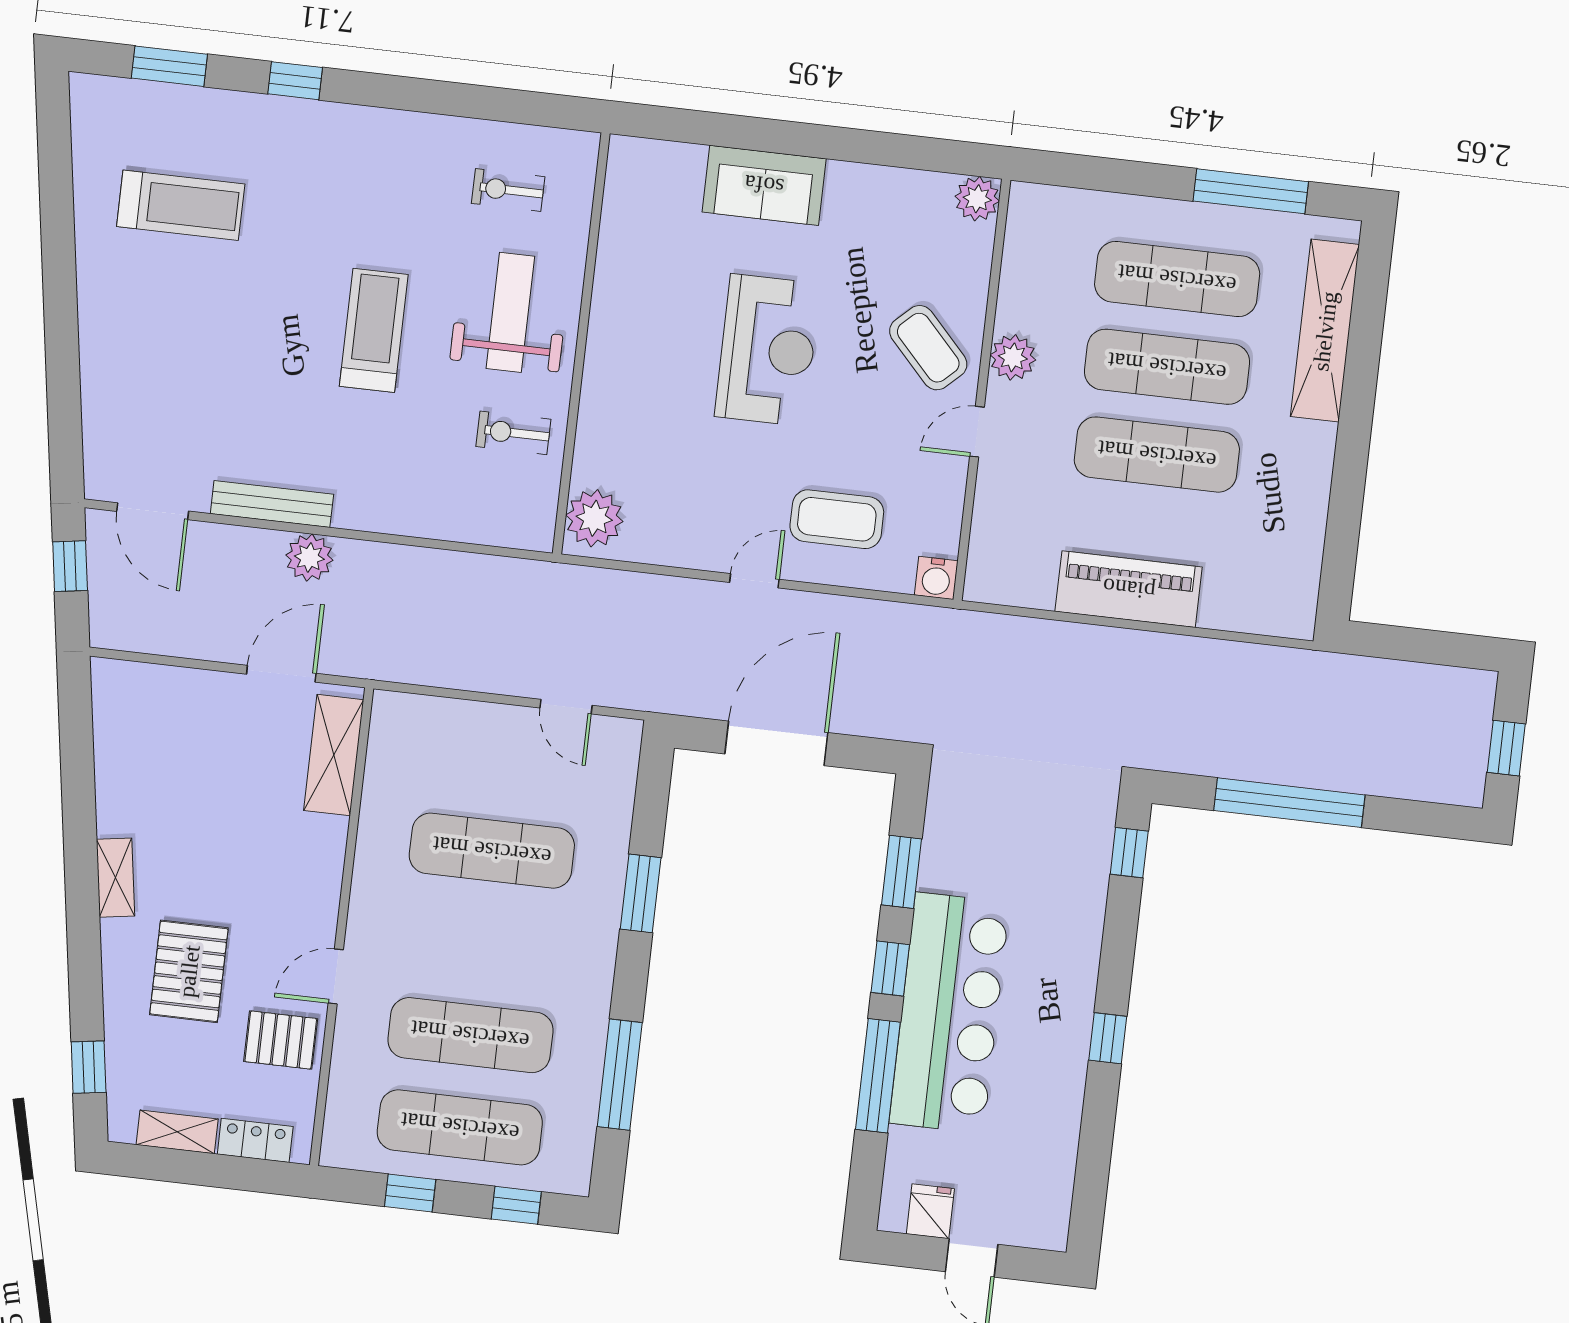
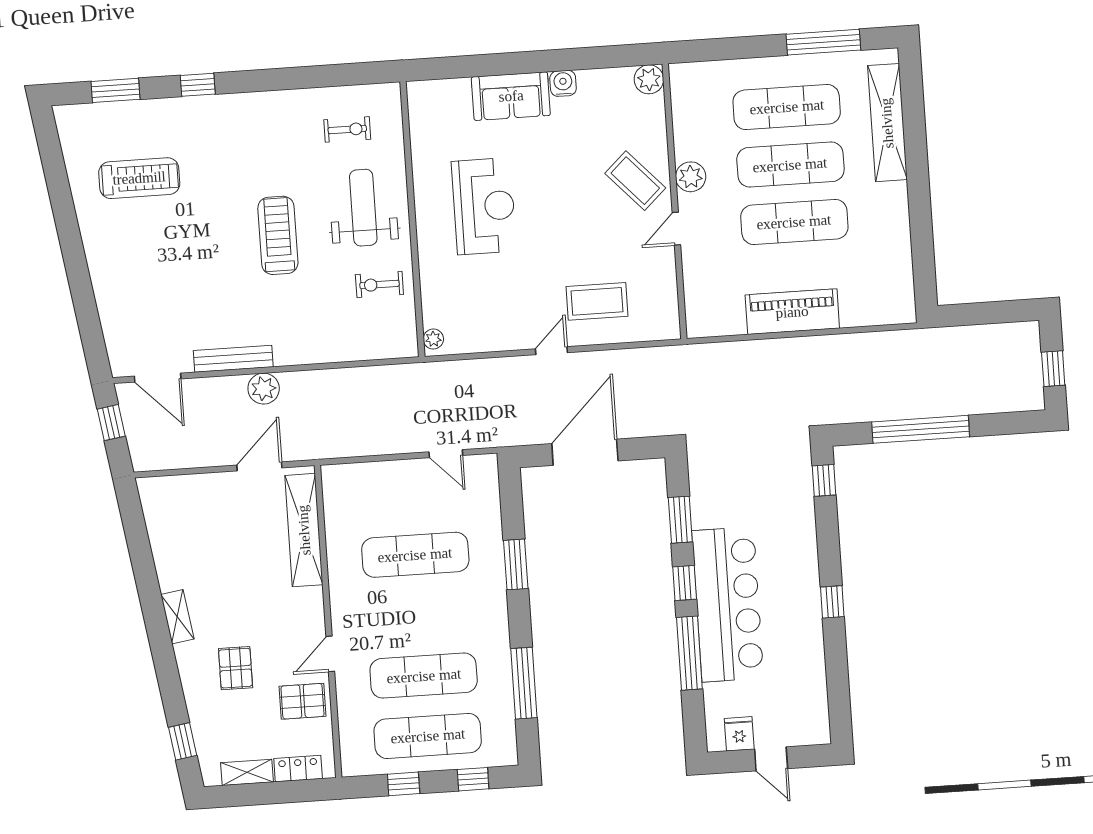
exercise bike: (508, 190) -> (347, 129), turned 180
reception desk: (768, 350) -> (484, 206), moved
plant: (594, 518) -> (433, 339), width x0.53, depth x0.53
water cooler: (936, 578) -> (563, 83), moved, turned 180
shelving: (334, 755) -> (304, 530), width x1.47
pallet: (189, 971) -> (236, 668), width x0.67, depth x0.71

